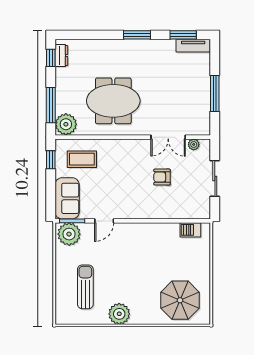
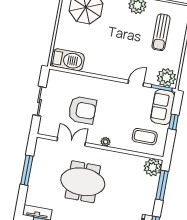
meeting table: (113, 101) -> (83, 182), moved
plant: (194, 144) -> (106, 142), moved
window: (51, 160) -> (174, 122), moved
armchair: (162, 177) -> (82, 110), width x1.88, depth x1.88
barbecue: (190, 230) -> (68, 60), width x1.88, depth x1.53

